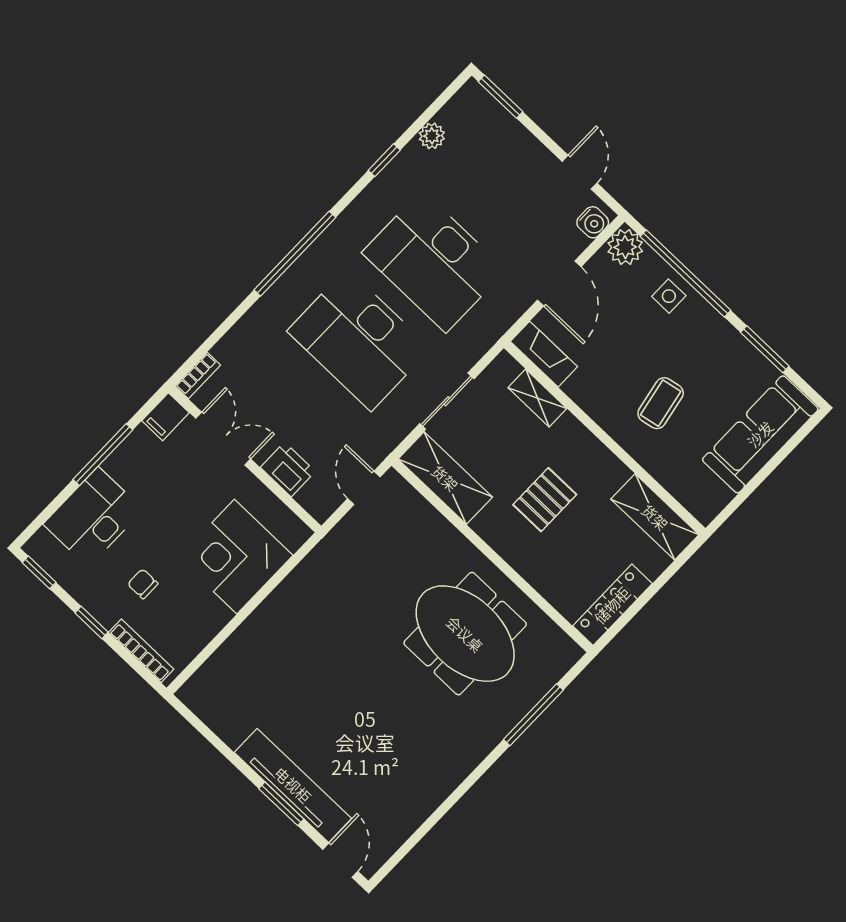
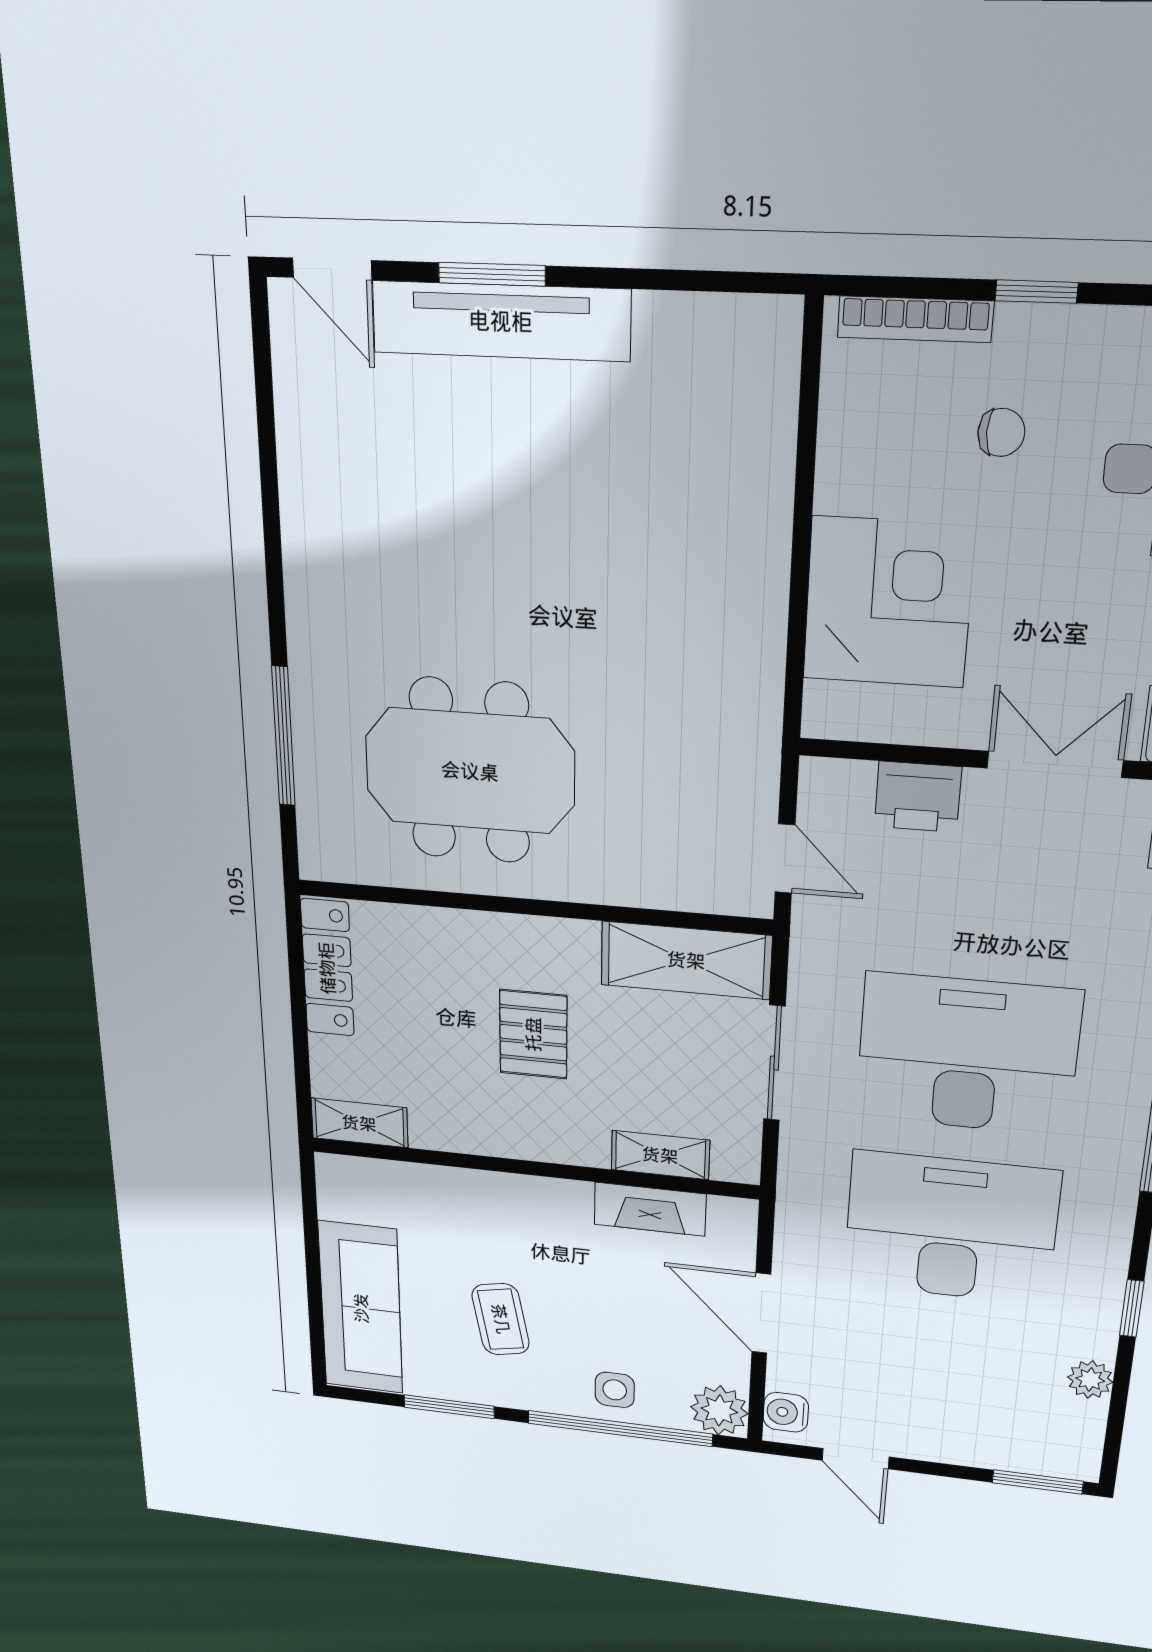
fireplace: (544, 354) -> (650, 1209), moved
coffee table: (661, 403) -> (501, 1319), moved
double door: (223, 439) -> (1055, 764), swing flipped
shelving: (655, 517) -> (359, 1123), width x0.67, depth x0.75

